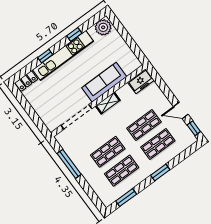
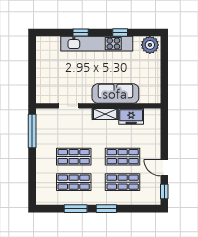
locker: (26, 81) -> (48, 42), removed
freezer: (141, 81) -> (131, 116), moved
doorway: (76, 117) -> (69, 106), width x0.53
window: (69, 164) -> (32, 131), moved
window: (126, 198) -> (76, 209), moved

